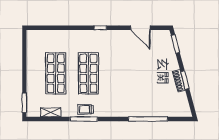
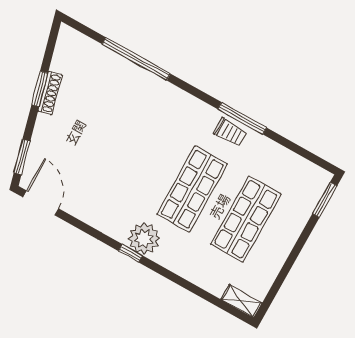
door: (140, 28) -> (41, 203), moved
plant: (98, 38) -> (144, 238), added
shelving: (51, 112) -> (242, 301), moved

